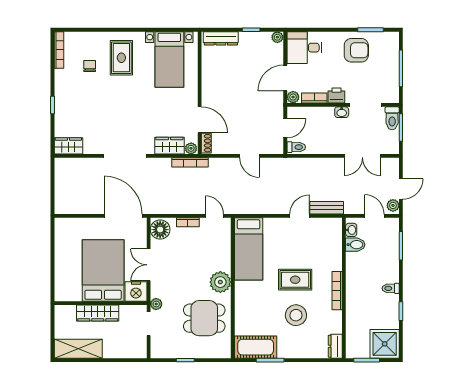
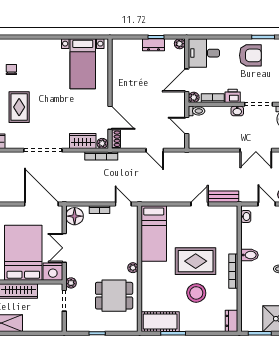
dresser: (221, 38) -> (153, 45), moved, width x0.70
rug: (121, 58) -> (19, 107), moved
door: (285, 128) -> (187, 125), swing flipped
toilet: (296, 147) -> (196, 111), moved
bidet: (355, 245) -> (249, 255), moved
rug: (295, 280) -> (196, 261), width x1.36, depth x1.43
plant: (220, 282) -> (133, 268), width x0.53, depth x0.53

